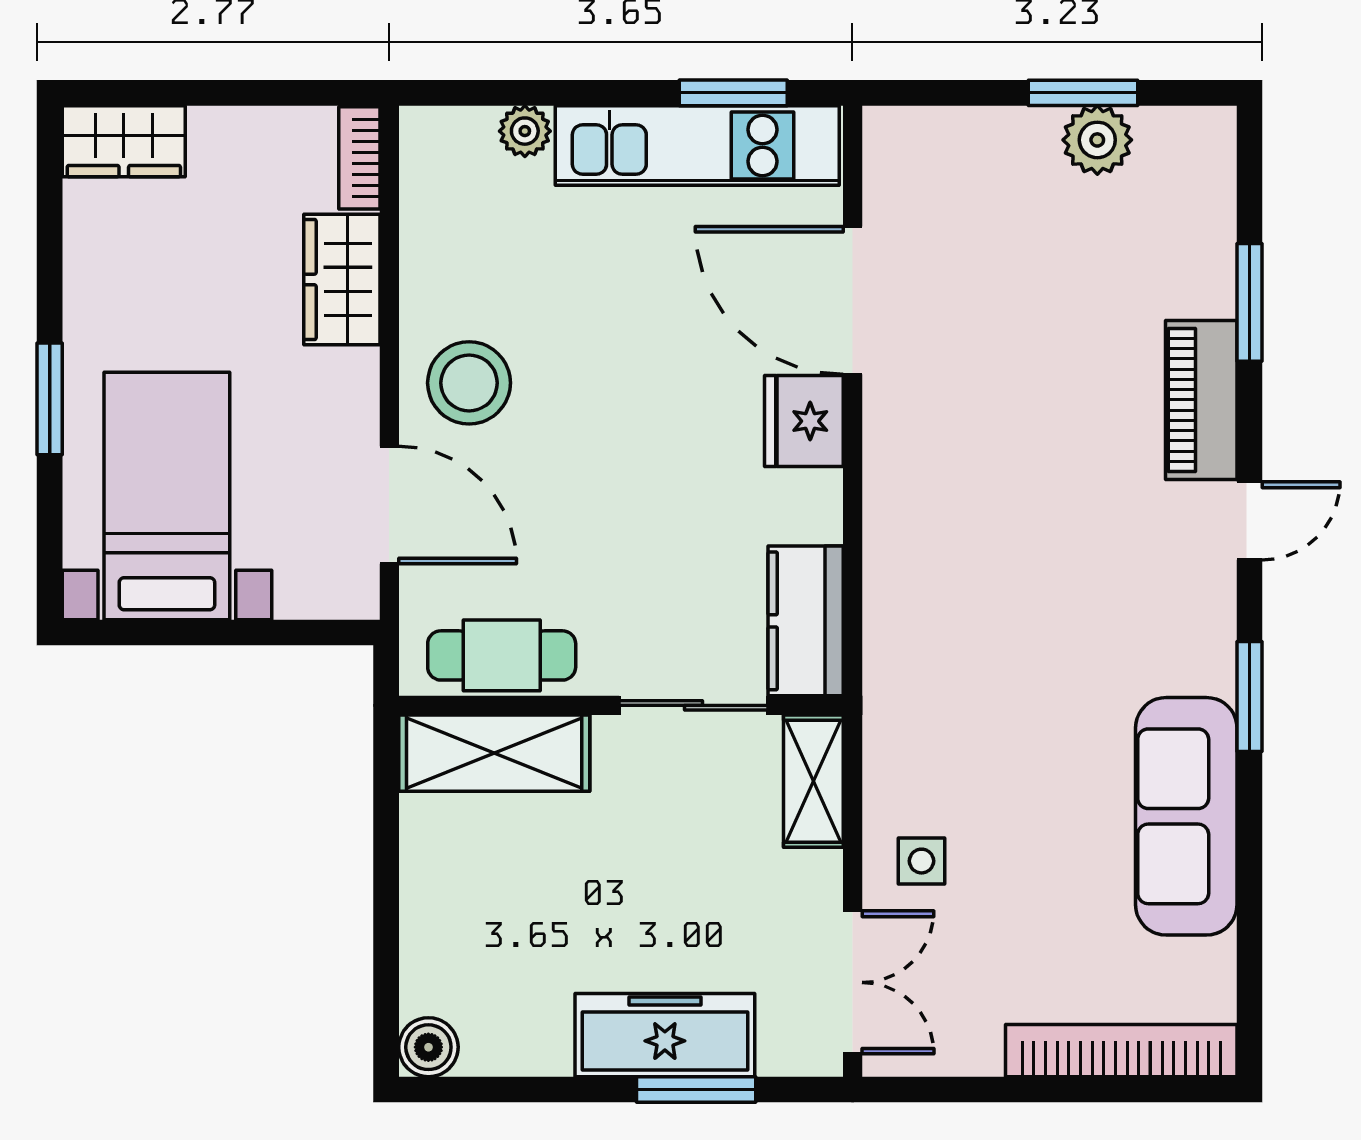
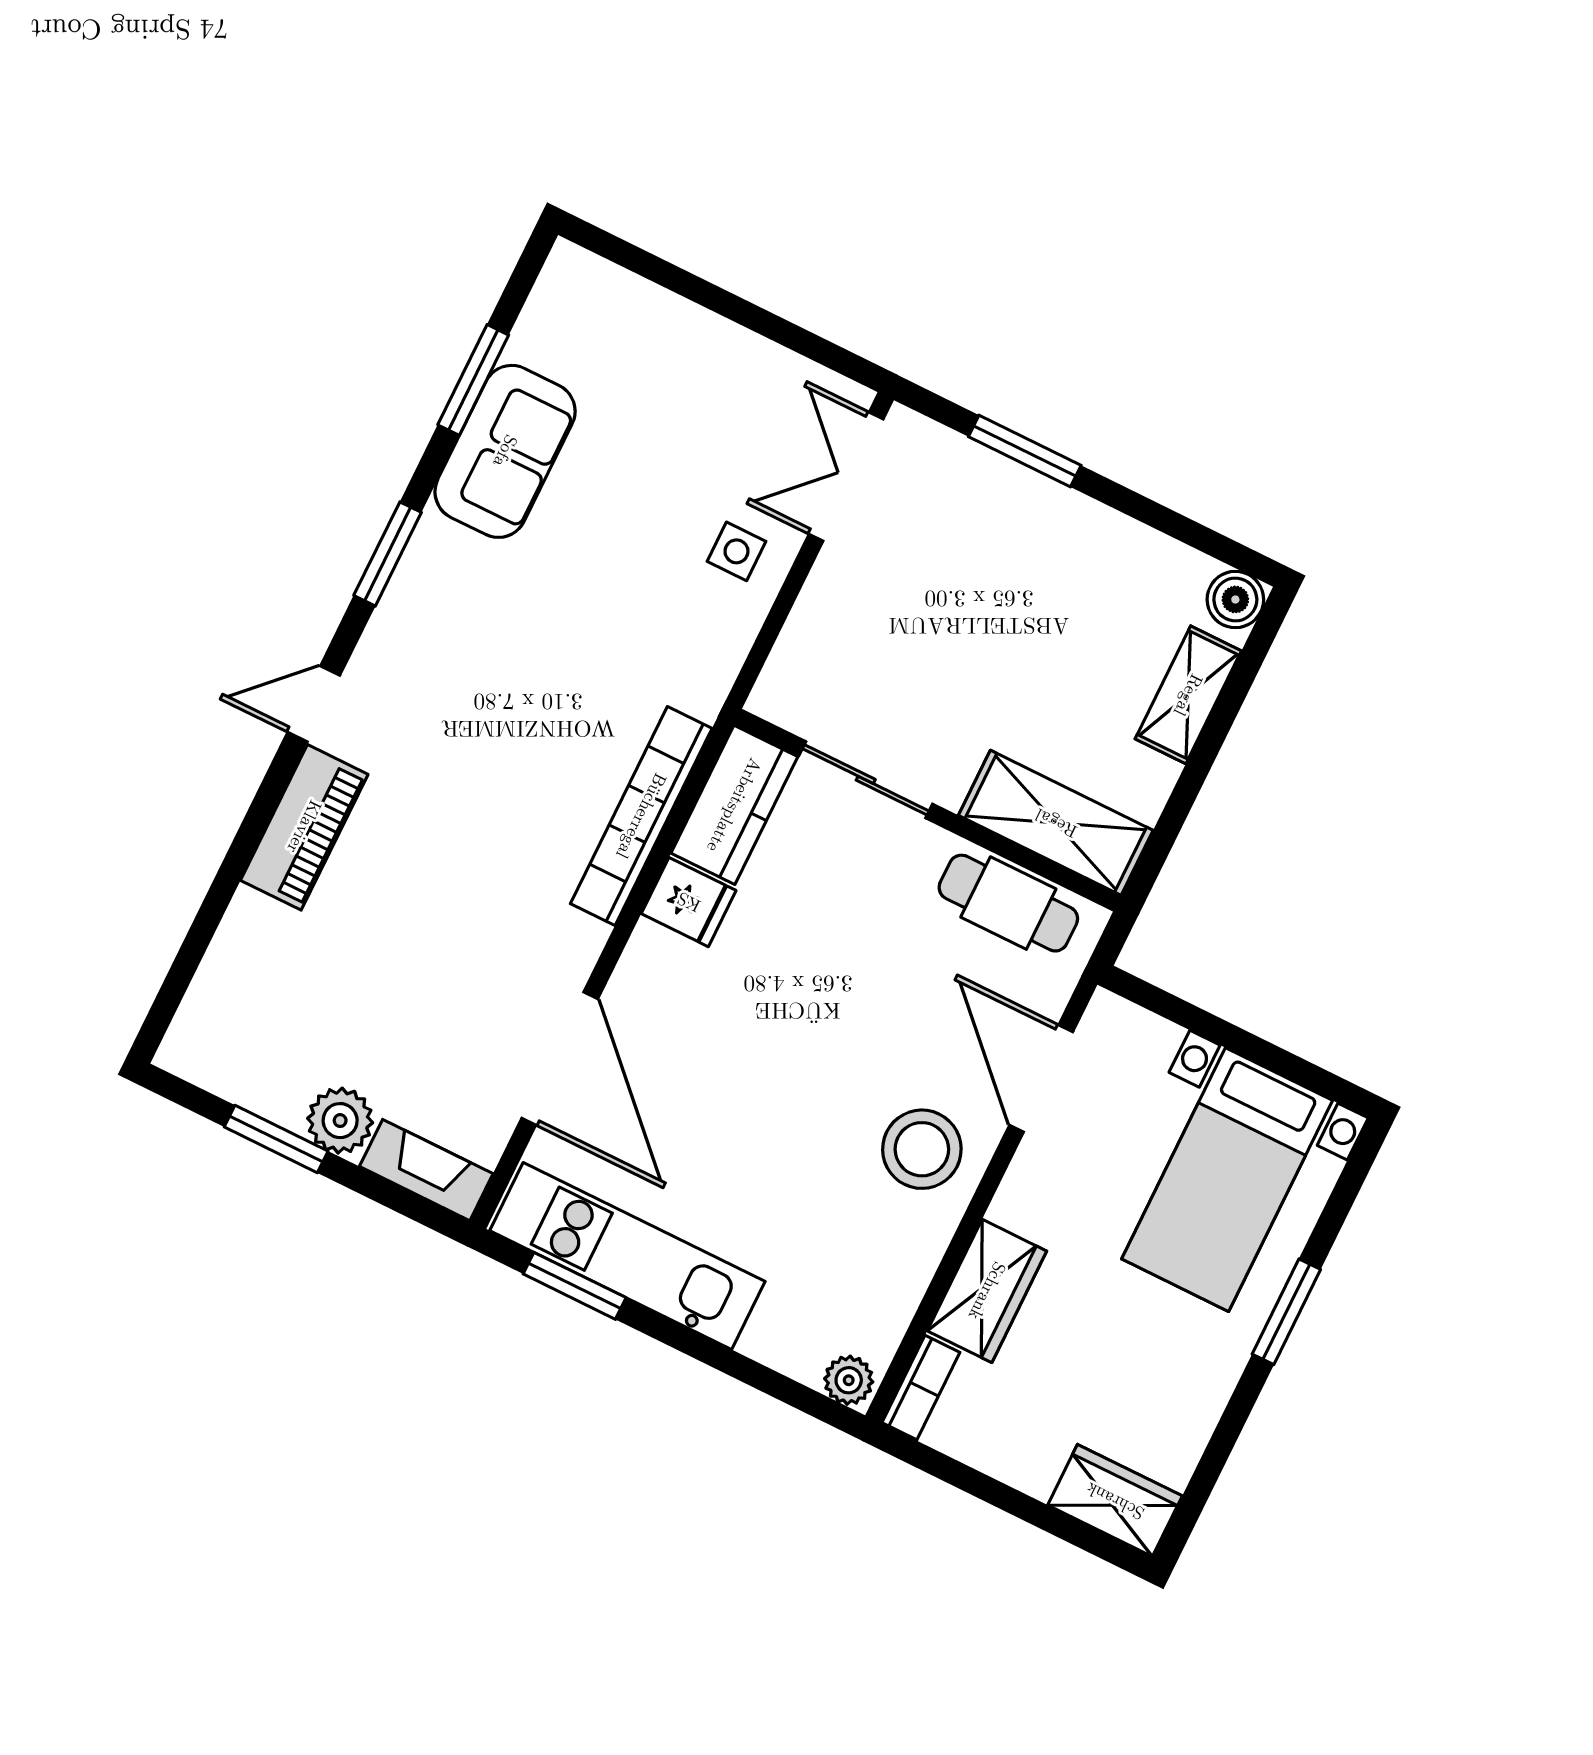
plant: (525, 131) -> (849, 1380), moved
fireplace: (927, 133) -> (426, 1170), added
plant: (1097, 140) -> (340, 1121), moved
window: (1250, 302) -> (473, 380), moved
fridge: (804, 421) -> (689, 902), moved, width x0.72
shelving: (813, 781) -> (1188, 695), moved
sofa: (1186, 816) -> (505, 451), width x0.73
freezer: (665, 1035) -> (1028, 510), removed
bookcase: (1121, 1051) -> (641, 816), moved, turned 90

